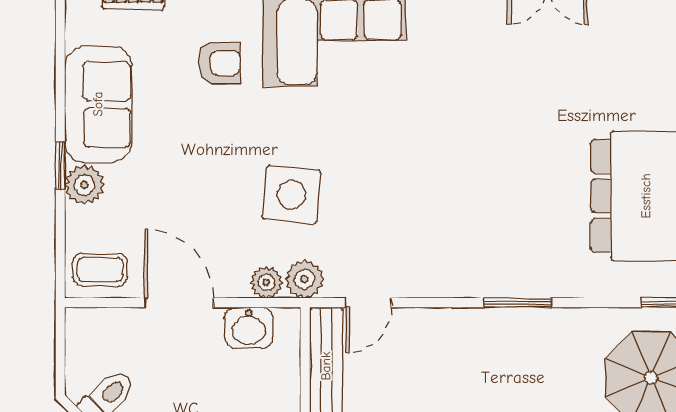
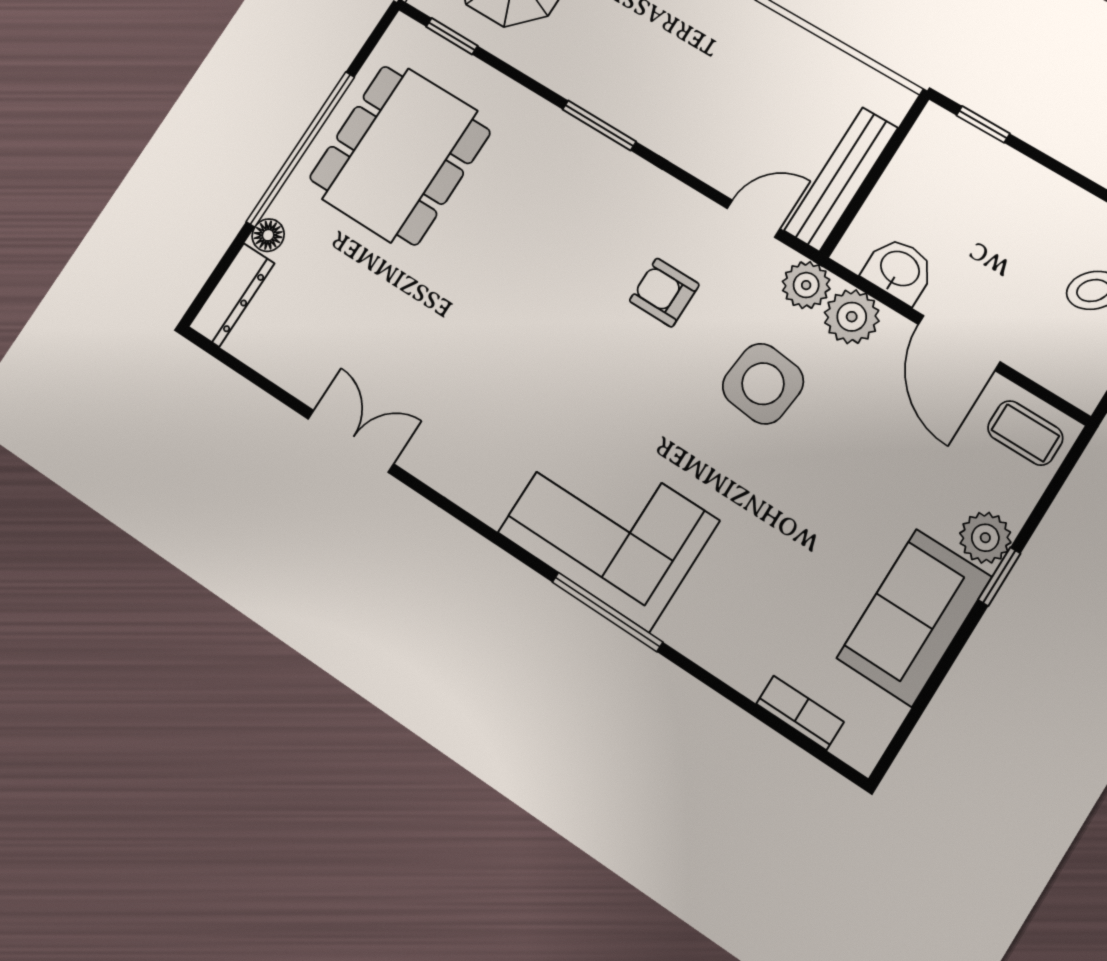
armchair: (219, 63) -> (664, 293), moved
plant: (267, 282) -> (852, 317), width x1.38, depth x1.38

